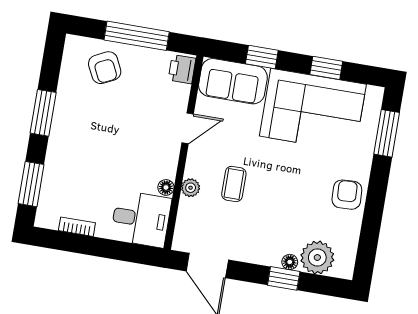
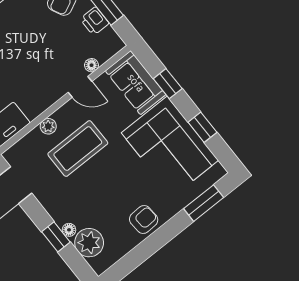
printer: (182, 69) -> (94, 21), moved, turned -90
coffee table: (234, 184) -> (78, 149), width x1.86, depth x1.72
floor lamp: (166, 187) -> (92, 65), moved

